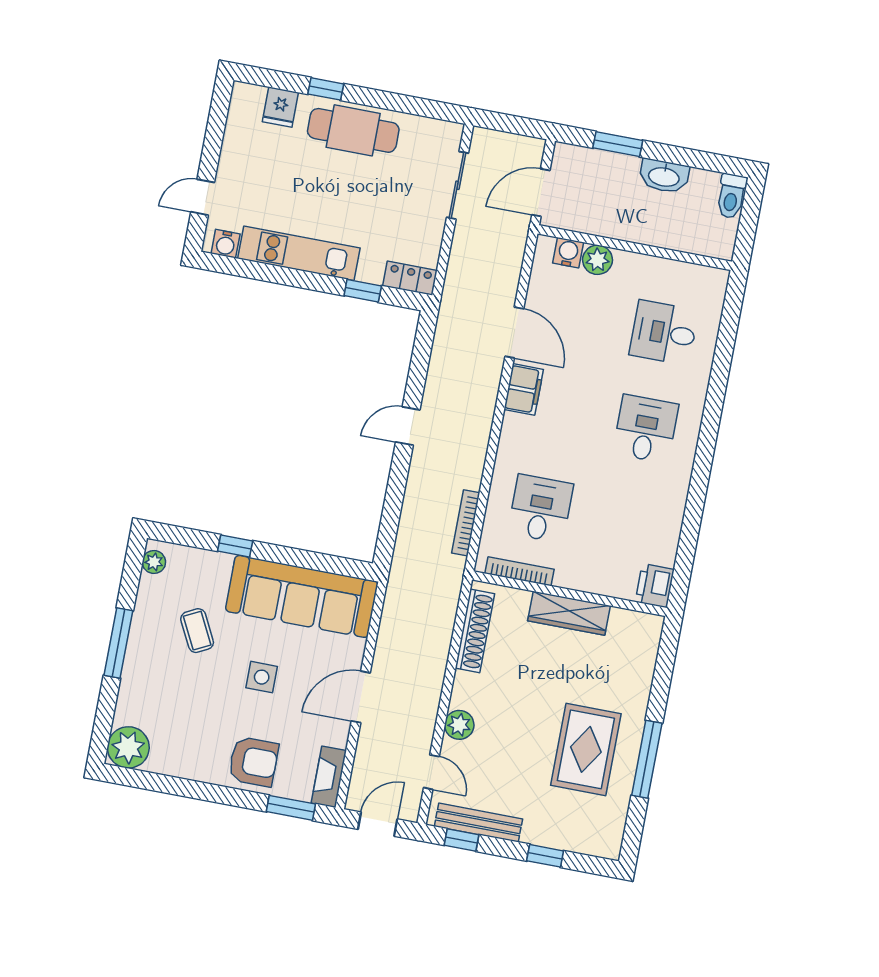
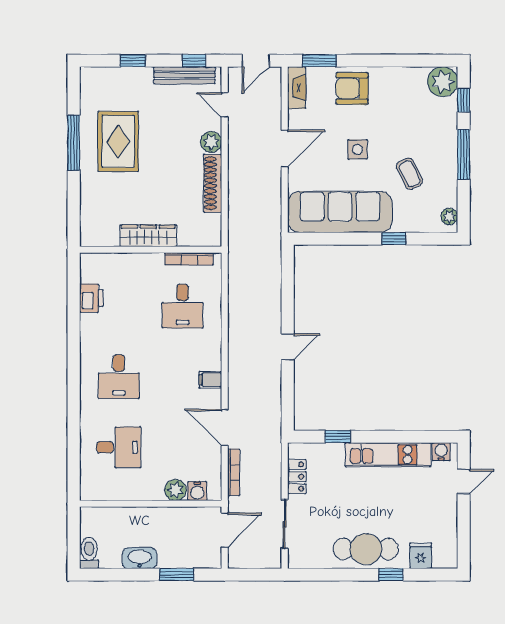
locker: (410, 278) -> (297, 477), moved, turned -90
filing cabinet: (524, 389) -> (210, 380), width x0.50
bookcase: (466, 523) -> (234, 472), moved
printer: (655, 586) -> (91, 298), moved
shoe rack: (475, 631) -> (213, 183), moved
window: (104, 717) -> (464, 100), added

